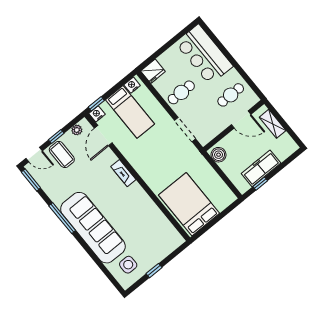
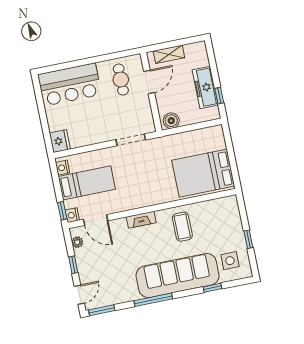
cafe table: (181, 92) -> (94, 125), removed
coffee table: (62, 154) -> (182, 227), moved, turned 90
window: (98, 262) -> (213, 288), added

